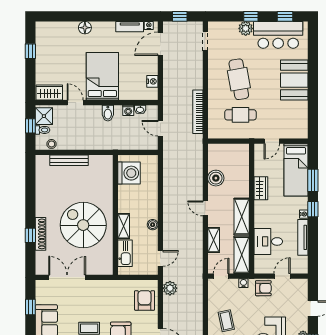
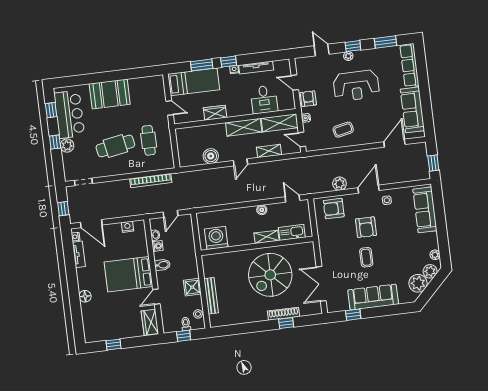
shower: (44, 116) -> (192, 287), moved
plant: (170, 288) -> (339, 184), moved

